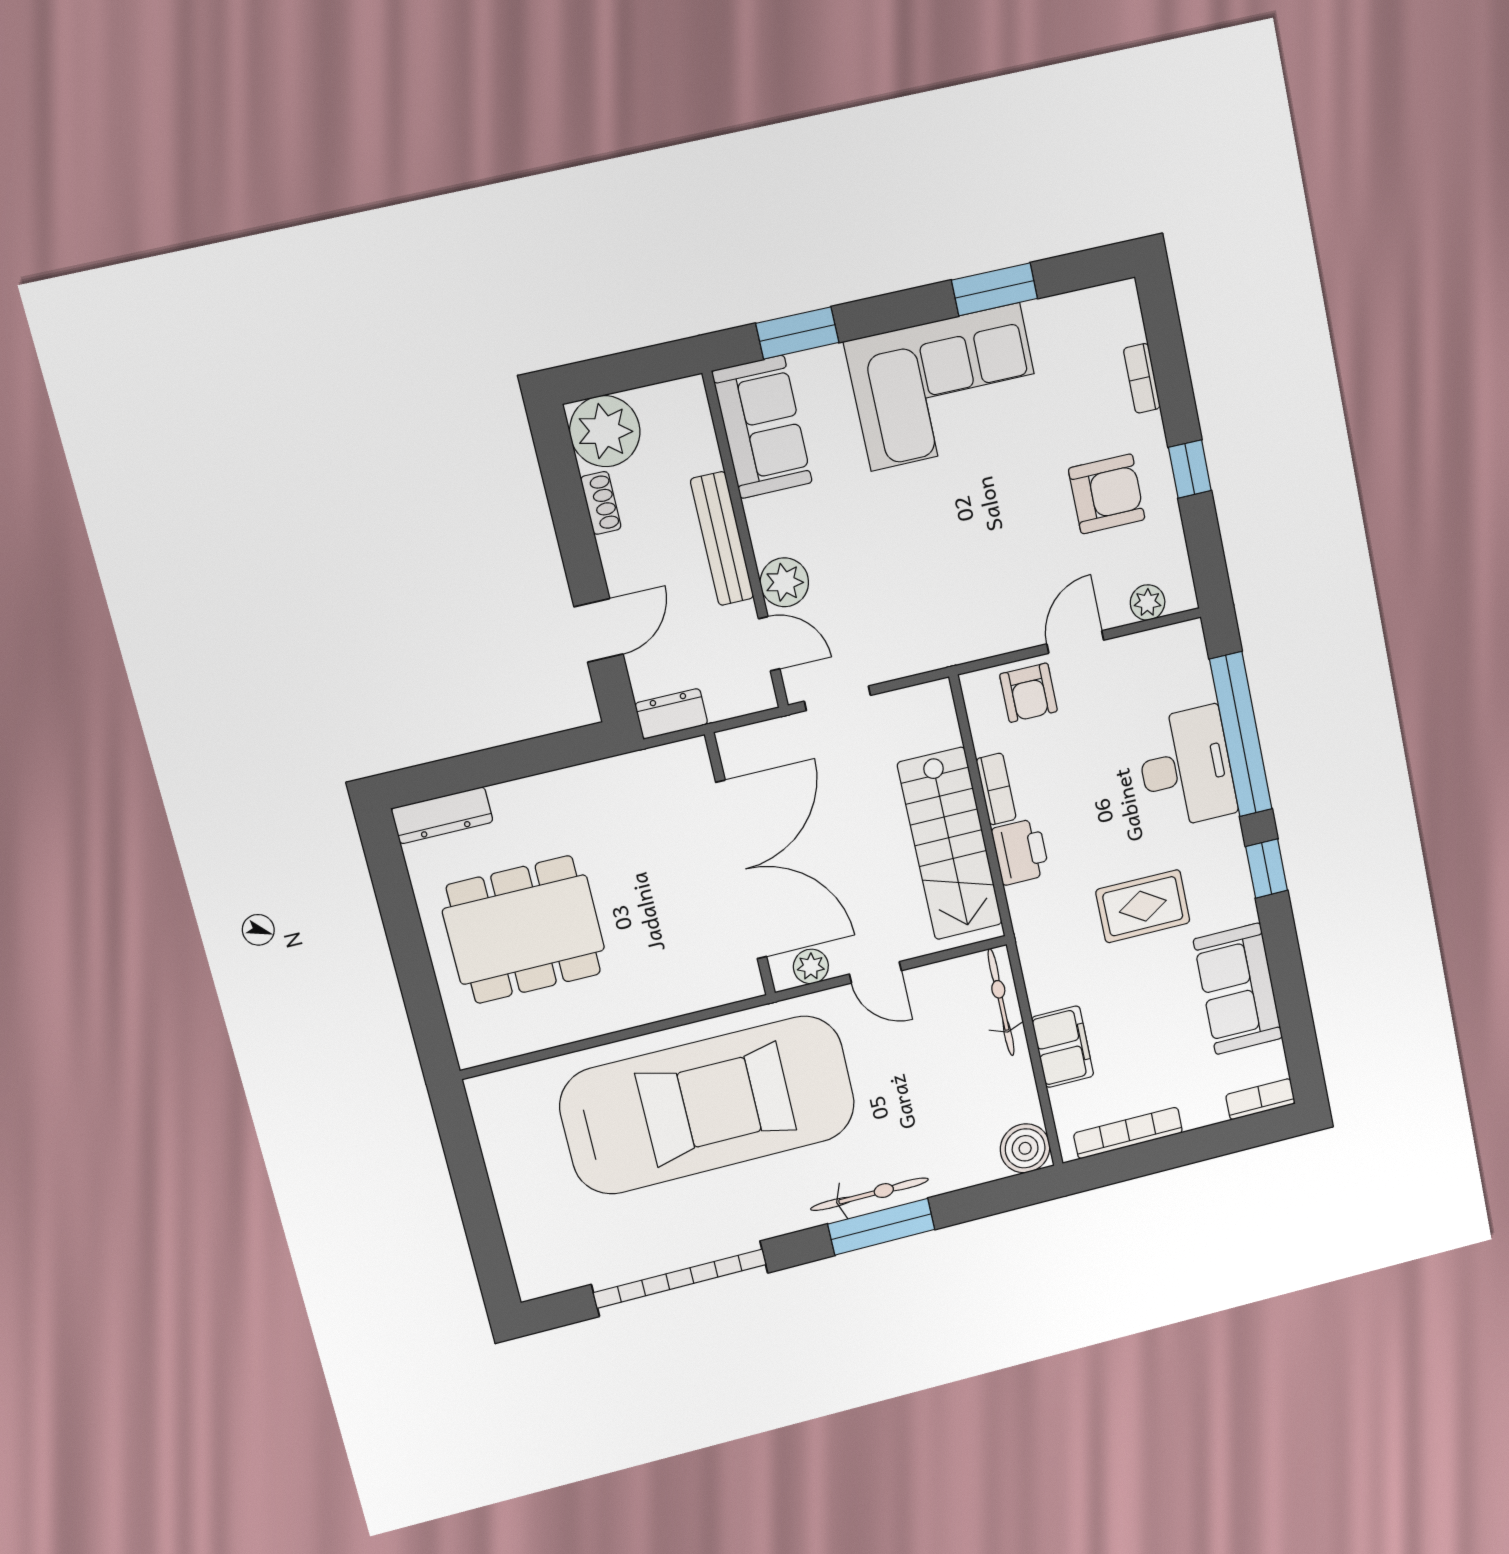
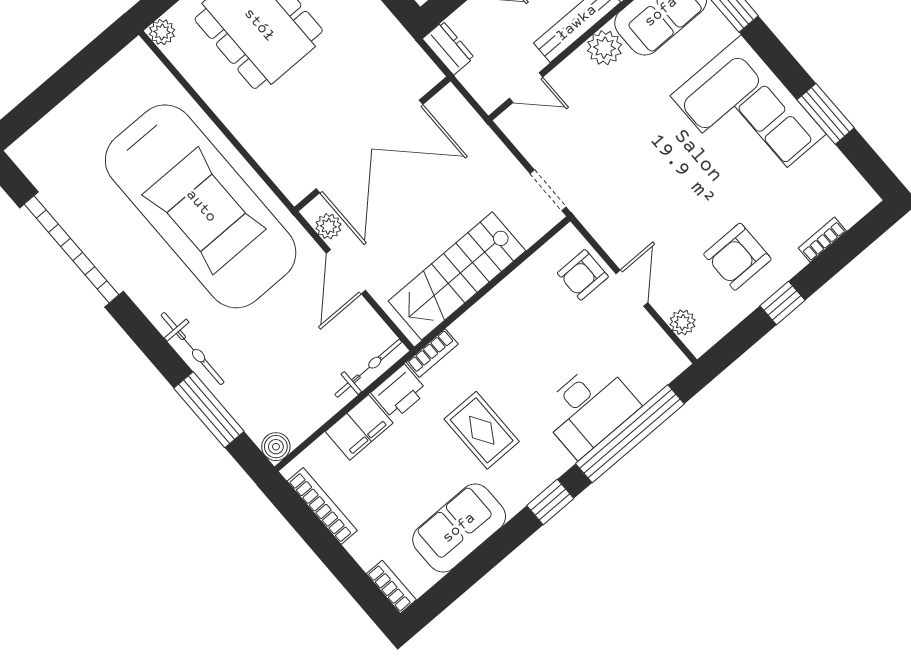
armchair: (1107, 494) -> (737, 257), turned 90
plant: (784, 582) -> (605, 48), moved
door: (1075, 642) -> (632, 288), hinge flipped
door: (769, 644) -> (526, 88), hinge flipped
doorway: (837, 698) -> (548, 190), moved
bookcase: (996, 789) -> (432, 353), moved
printer: (1021, 852) -> (399, 392), moved
door: (875, 972) -> (346, 272), width x1.38
plant: (473, 1050) -> (162, 32), added
boiler: (1025, 1148) -> (276, 447), width x0.73, depth x0.73
window: (881, 1227) -> (209, 410), moved

